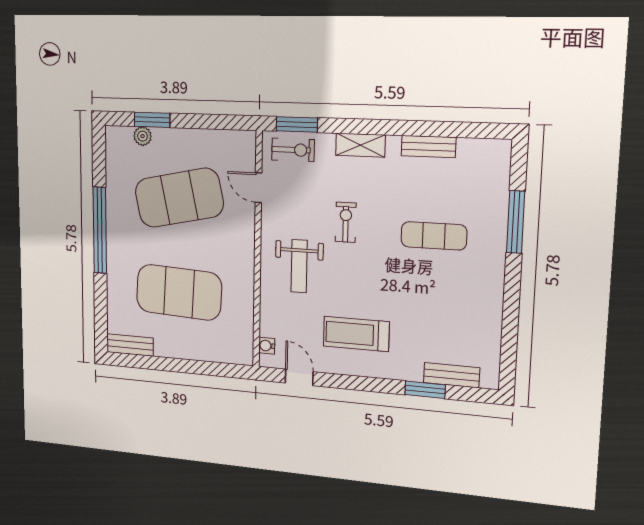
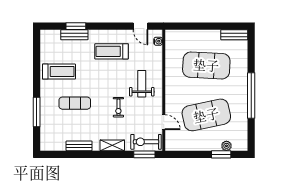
exercise bike: (293, 150) -> (146, 142), width x1.38, depth x1.39
treadmill: (464, 302) -> (59, 72), added
treadmill: (356, 334) -> (111, 51), turned 180
bench: (451, 375) -> (74, 35), moved

